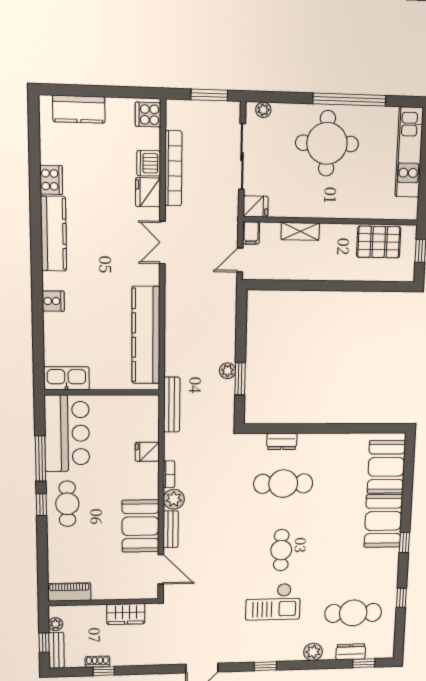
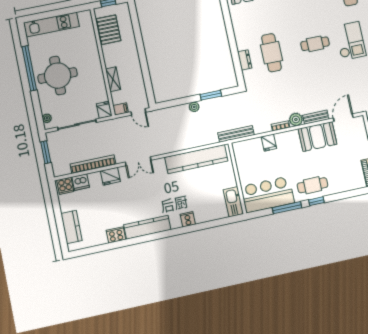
dishwasher: (149, 163) -> (81, 182), moved
plant: (227, 371) -> (194, 107), moved

